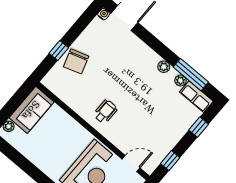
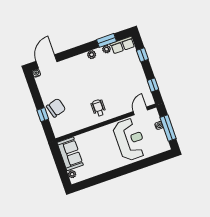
chair: (76, 61) -> (56, 108), turned -88
window: (191, 75) -> (107, 40), width x0.69

